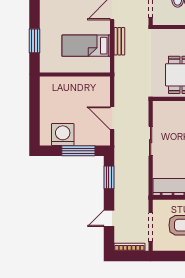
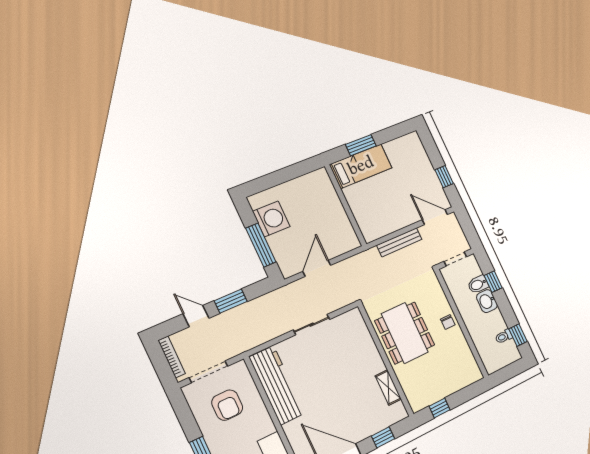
bench: (119, 41) -> (399, 242), width x1.36
bed: (86, 46) -> (361, 166), moved, turned 90
window: (109, 177) -> (231, 301), moved

